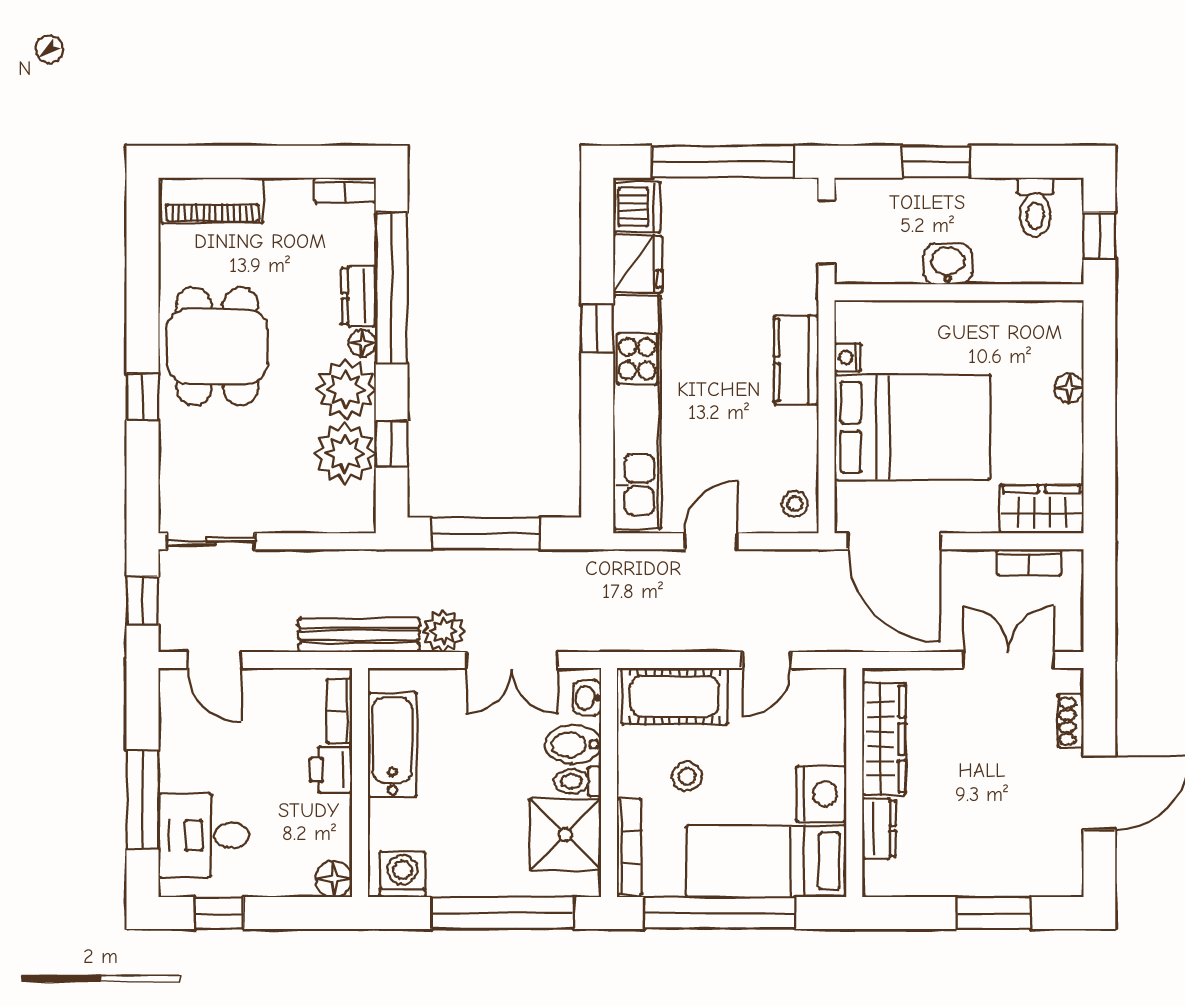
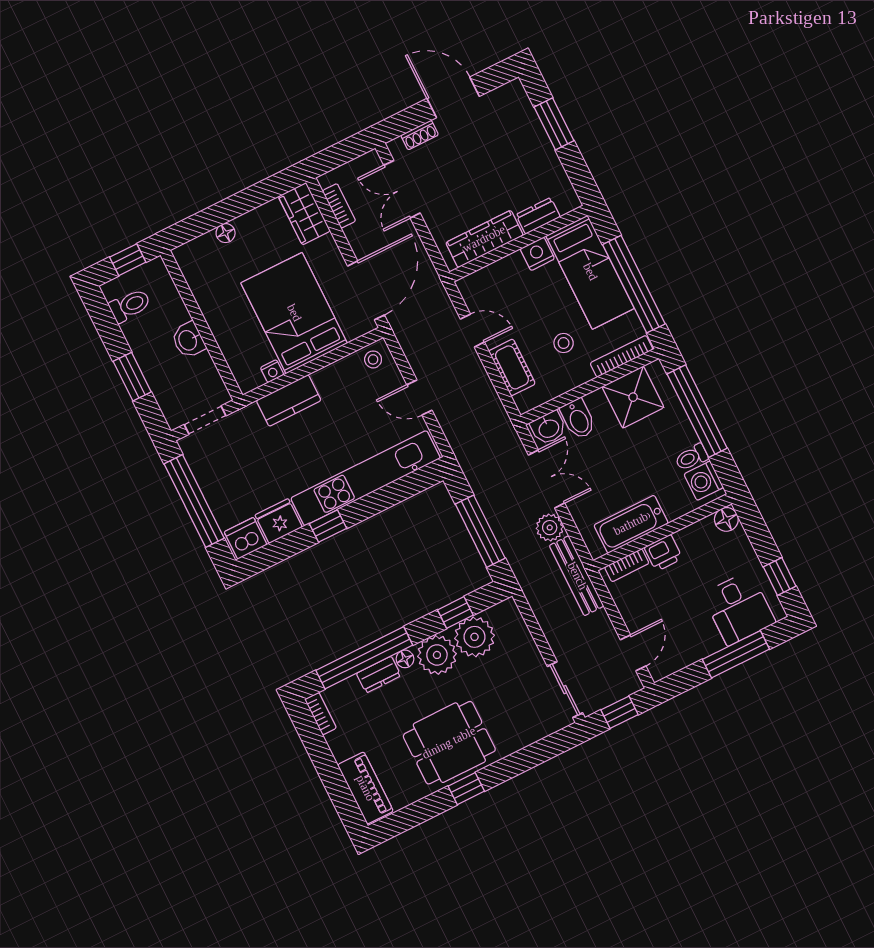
window: (142, 397) -> (466, 789), moved
cot: (675, 696) -> (512, 367), width x0.73, depth x0.75
washbasin: (587, 698) -> (549, 428), width x1.38, depth x1.45
toilet: (578, 781) -> (692, 457), moved, turned 90
nightstand: (821, 794) -> (537, 254), width x0.74, depth x0.75

